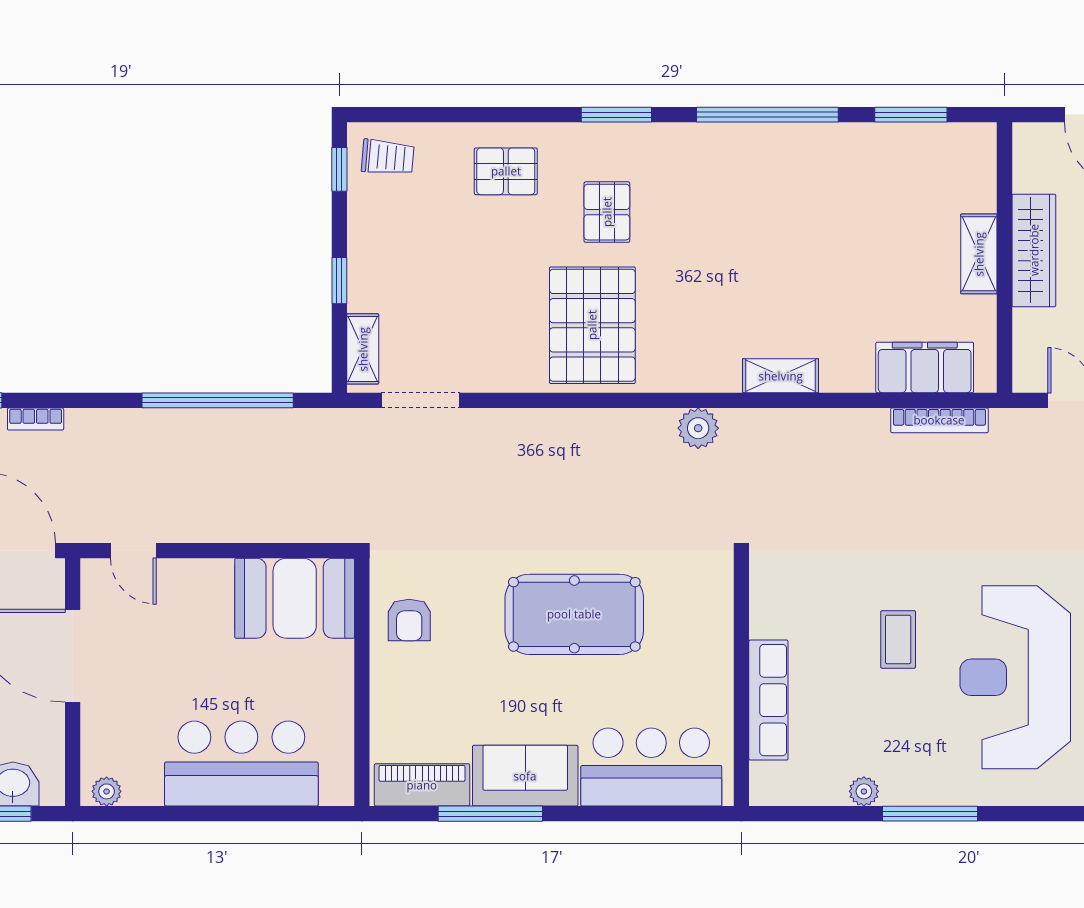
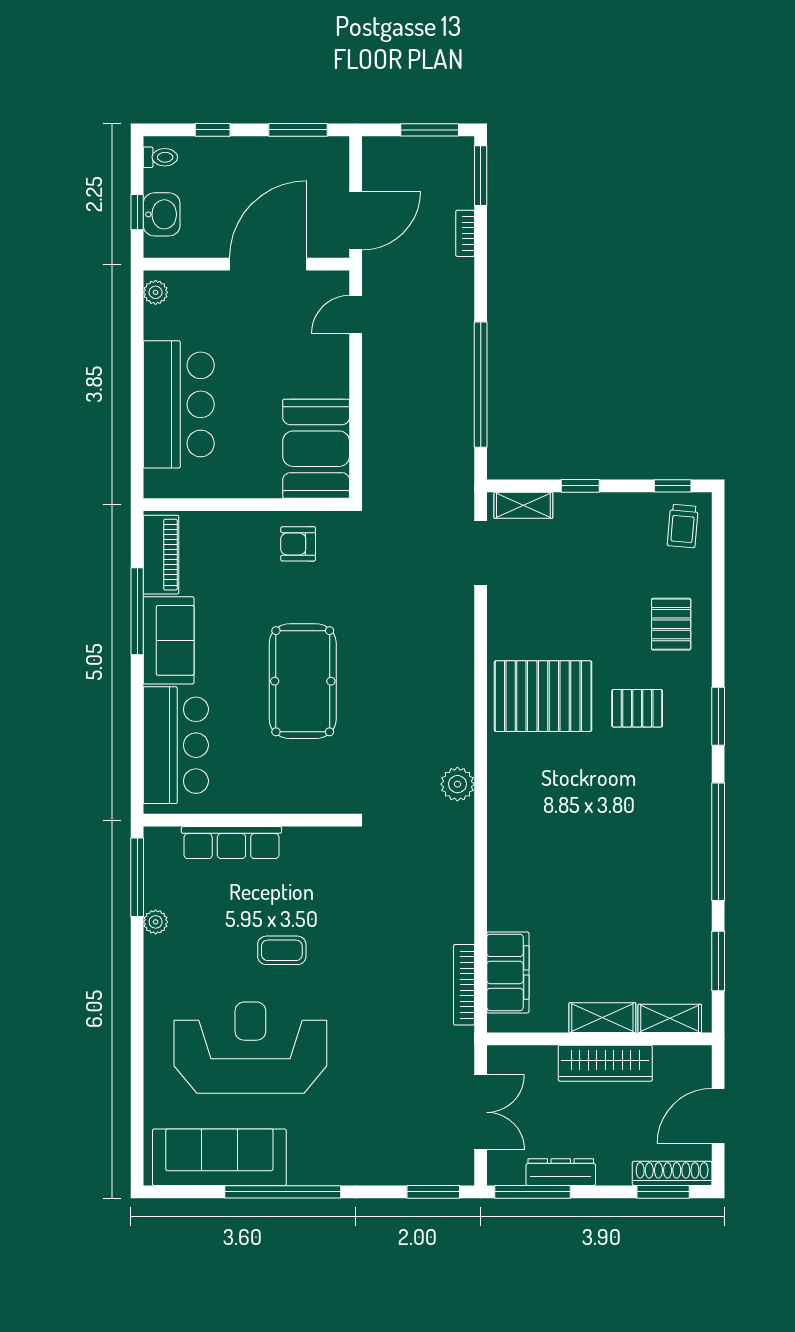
shelving: (781, 376) -> (670, 1018), moved, turned 90
window: (930, 814) -> (137, 877), moved

